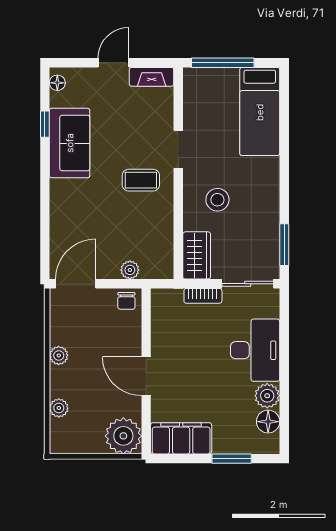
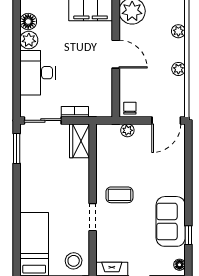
stool: (217, 200) -> (74, 261), moved

